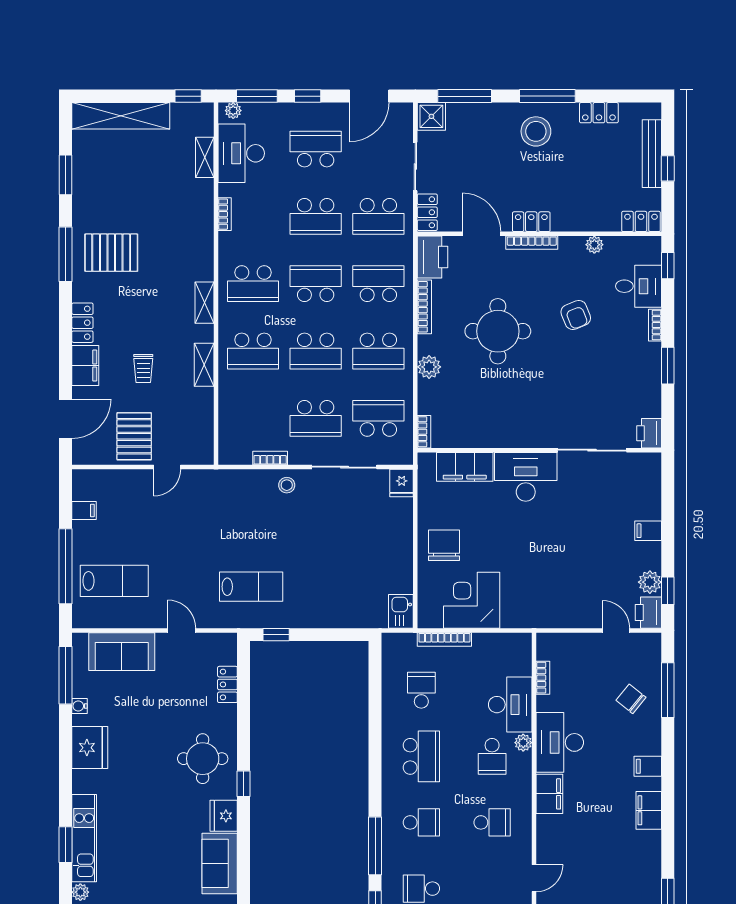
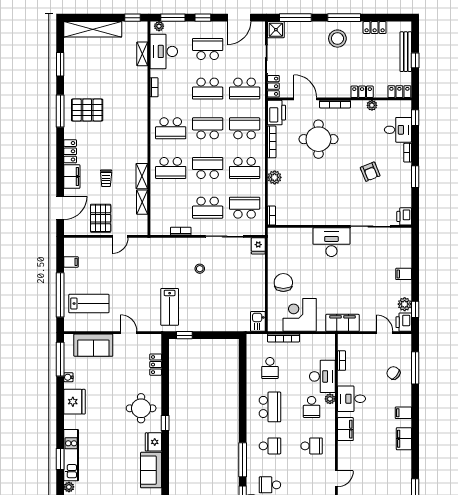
locker: (531, 222) -> (362, 92), moved
shelving: (205, 303) -> (142, 202), moved
armchair: (576, 315) -> (370, 172), moved
round table: (498, 331) -> (318, 139), moved
school desk: (316, 351) -> (208, 168), turned 180
filing cabinet: (465, 467) -> (342, 323), moved, turned 180
stool: (287, 485) -> (200, 269), moved
lab bench: (251, 587) -> (170, 307), turned 90
school desk: (421, 690) -> (270, 368), turned 180
desk: (560, 742) -> (352, 399), width x0.73

